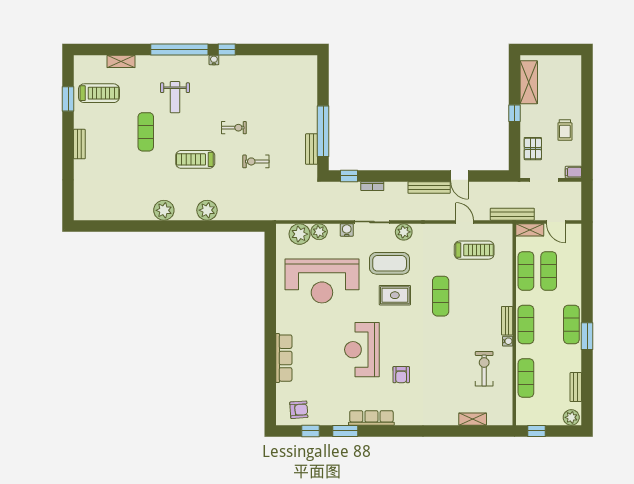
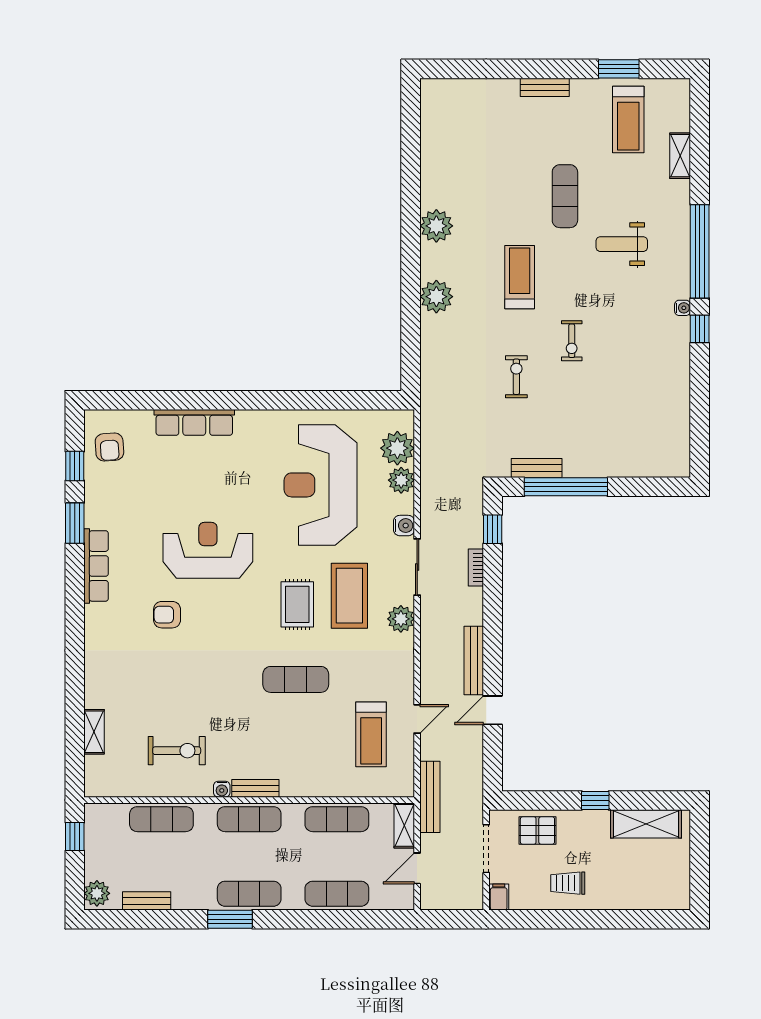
exercise mat: (146, 132) -> (565, 196), turned 90
exercise mat: (549, 271) -> (337, 894), moved

